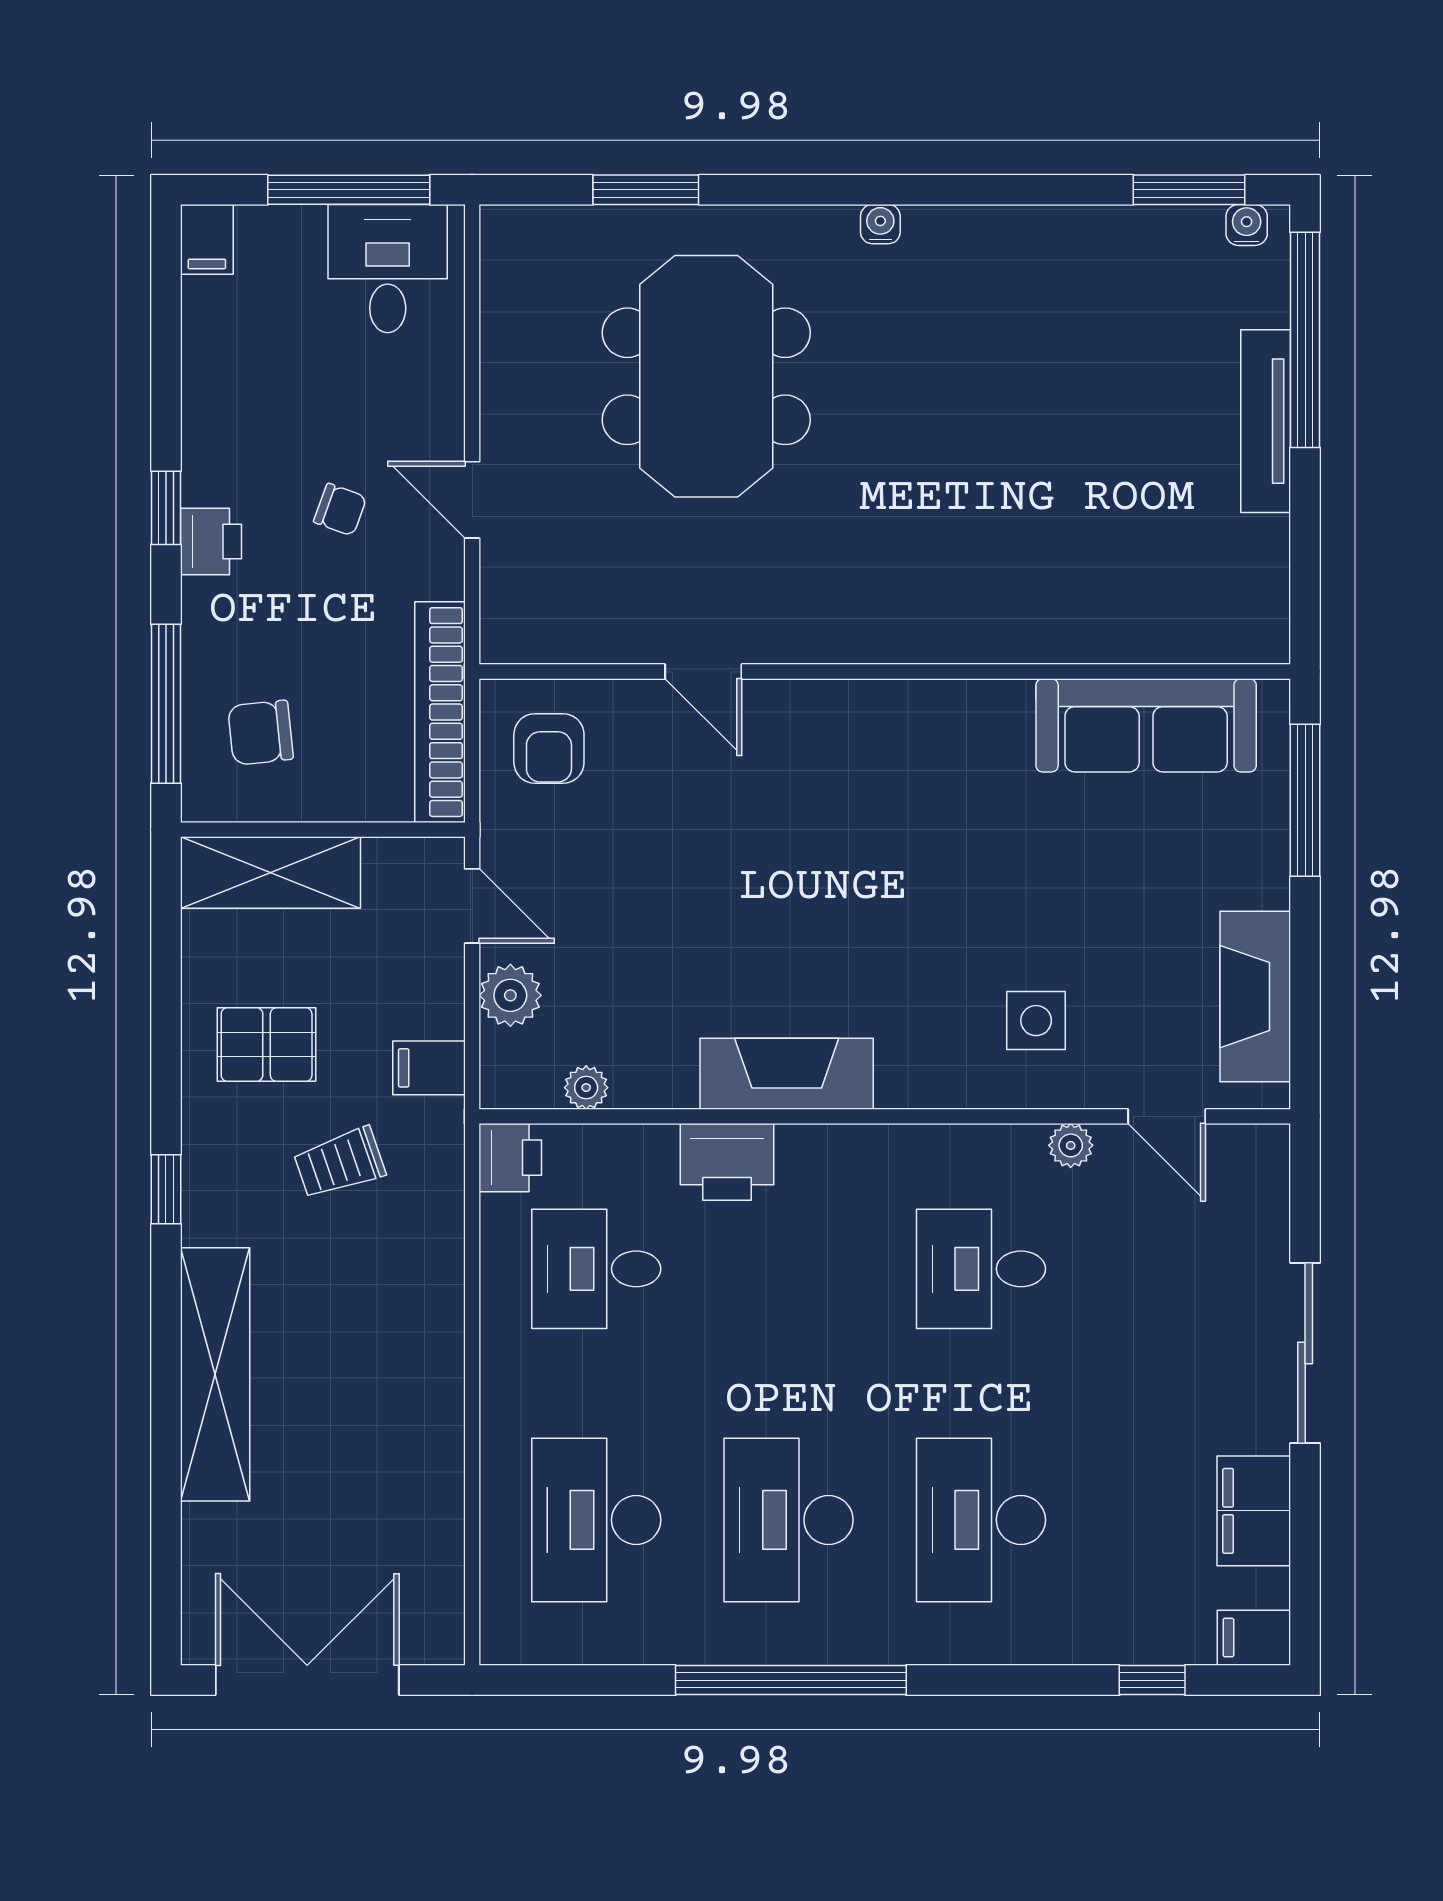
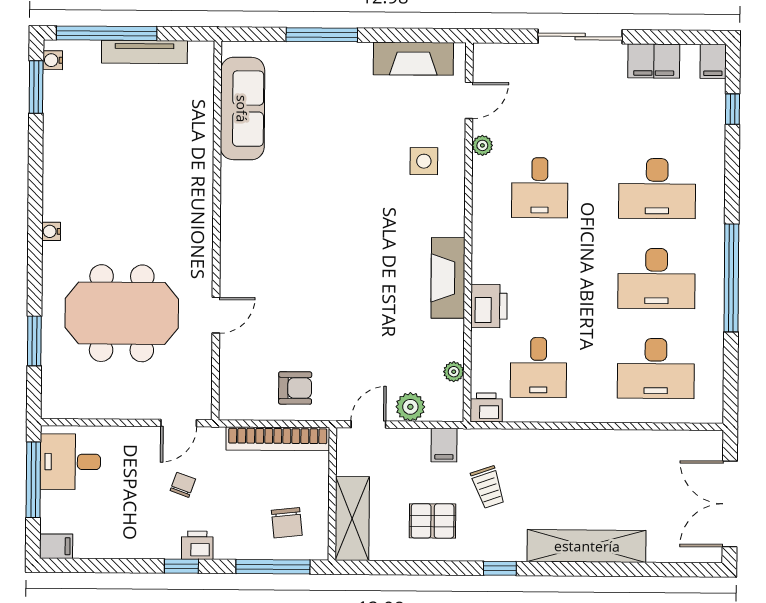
door: (703, 672) -> (216, 315), moved
wall: (885, 672) -> (216, 230), moved
sofa: (1146, 725) -> (242, 109), moved
pallet: (267, 1044) -> (433, 521), turned 90

